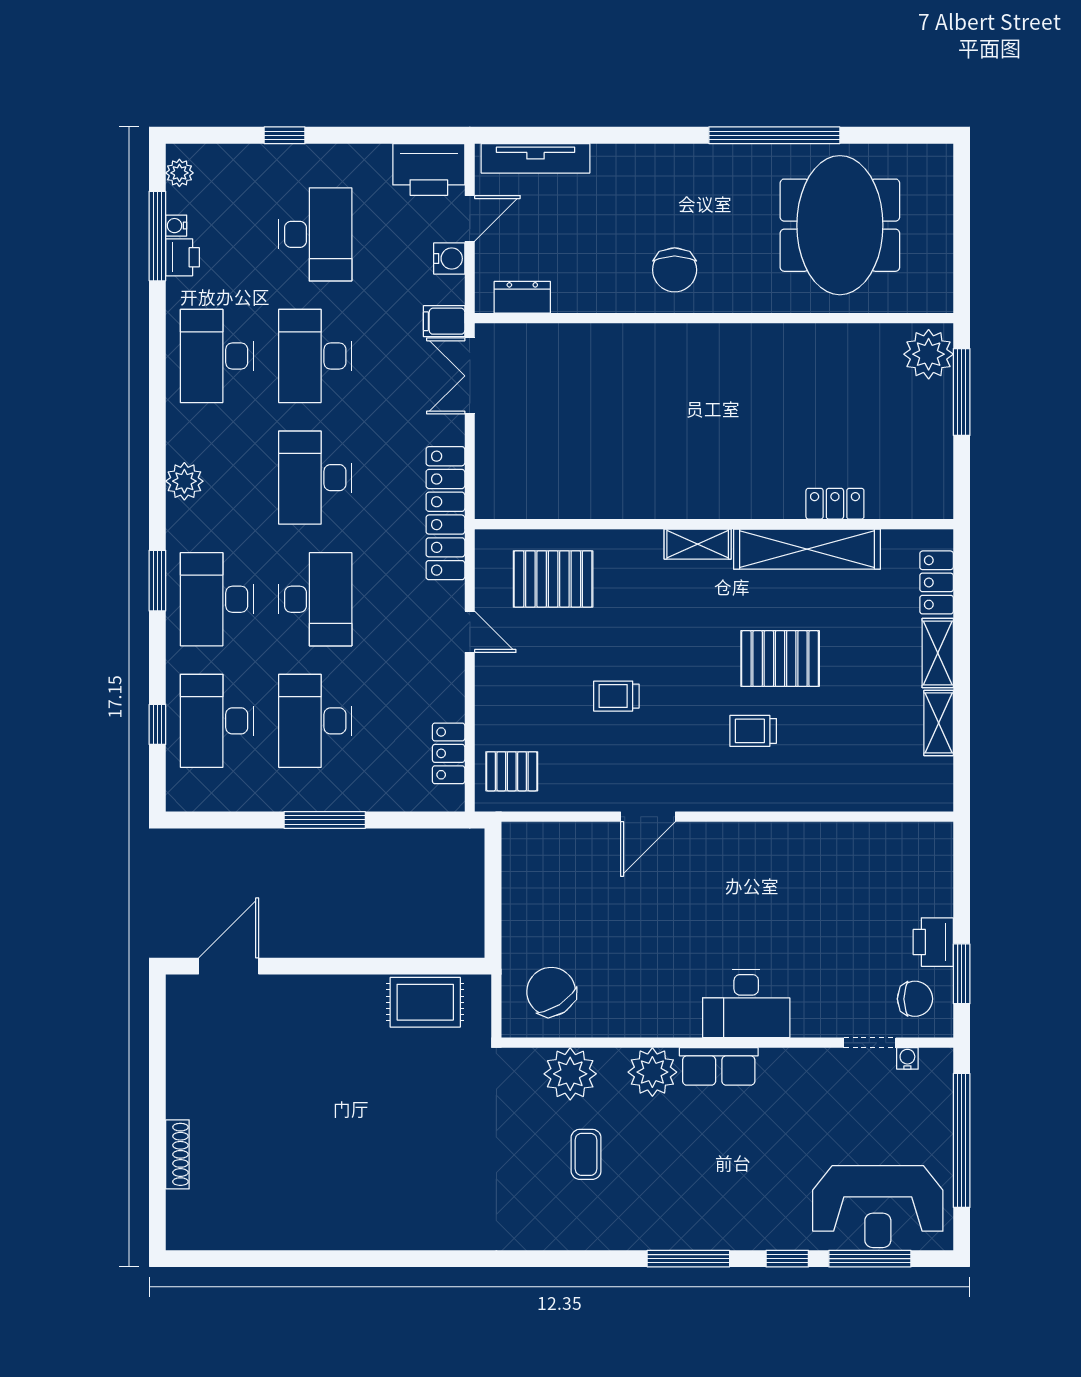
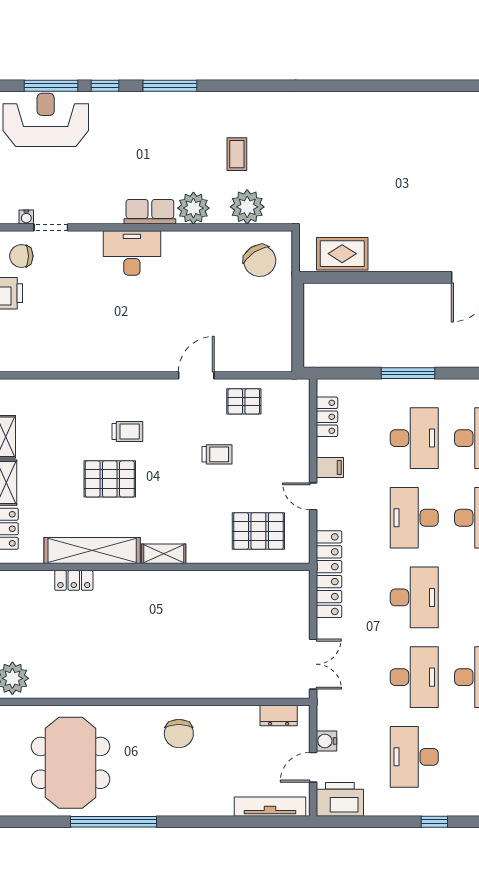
chair: (675, 270) -> (179, 734), turned 180
filing cabinet: (444, 321) -> (330, 468), moved
pallet: (512, 771) -> (244, 401), moved

